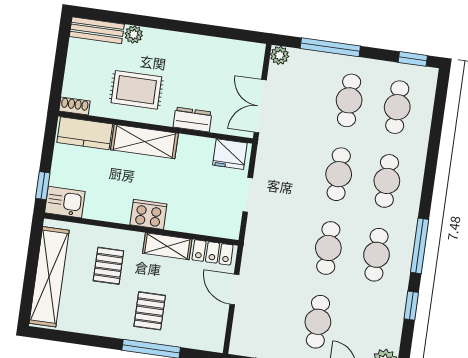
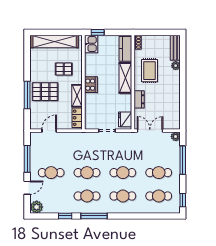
door: (234, 290) -> (49, 131), moved
pallet: (150, 311) -> (45, 92), width x1.50, depth x1.42

